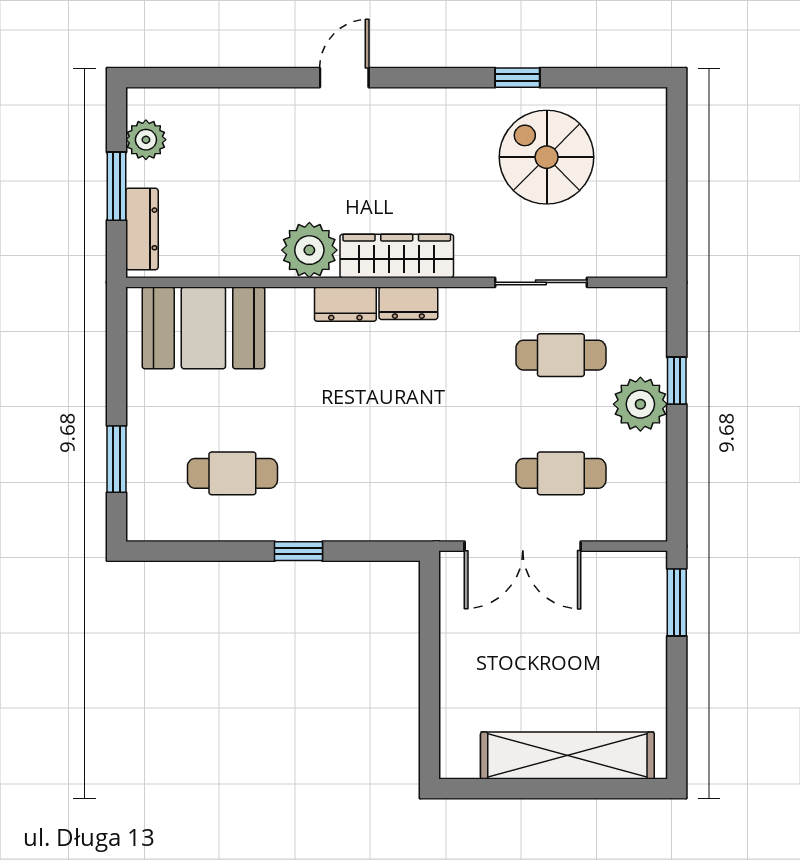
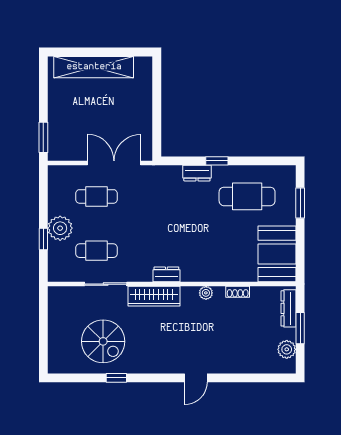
plant: (309, 250) -> (206, 293), width x0.53, depth x0.53
wardrobe: (397, 256) -> (154, 296), moved
shoe rack: (253, 265) -> (238, 292), added
dresser: (345, 304) -> (197, 173), moved, turned 180
booth: (203, 328) -> (277, 254), moved, turned 90
cafe table: (232, 473) -> (247, 196), width x1.37, depth x1.35

